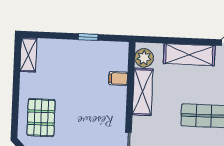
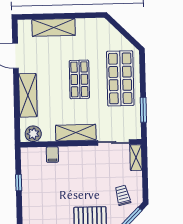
shelving: (143, 92) -> (76, 133), moved

